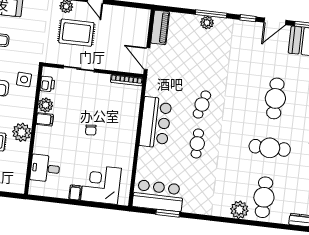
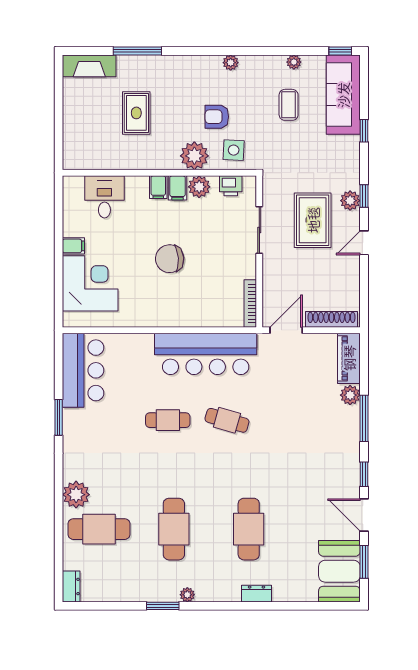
plant: (207, 23) -> (350, 395), moved
piano: (160, 27) -> (349, 358), moved, turned 90
shoe rack: (143, 28) -> (332, 319), added
cafe table: (275, 98) -> (249, 529), turned 90
bar counter: (155, 122) -> (206, 354), width x1.36
chair: (91, 130) -> (170, 259), width x1.87, depth x1.87
plant: (22, 132) -> (194, 156), moved
filing cabinet: (43, 132) -> (158, 187), added
window: (168, 213) -> (59, 417), moved

